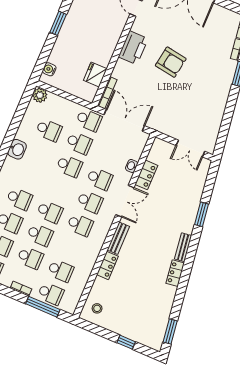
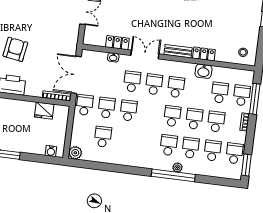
washbasin: (17, 149) -> (203, 71), moved, turned 180

